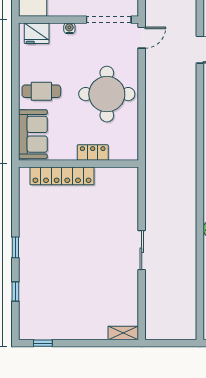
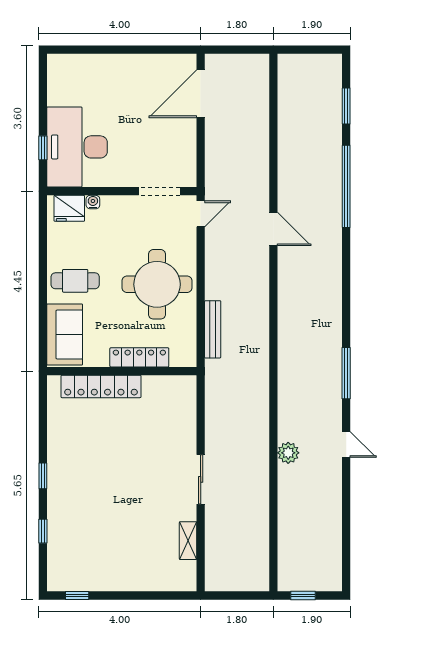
doorway: (109, 20) -> (160, 191), width x0.73
water cooler: (69, 28) -> (93, 202), moved
bench: (151, 130) -> (213, 329), added
locker: (93, 153) -> (139, 357), width x1.53
shelving: (123, 333) -> (188, 541), moved, turned 90

